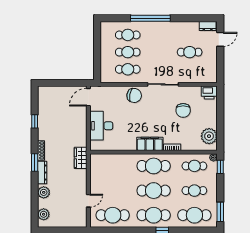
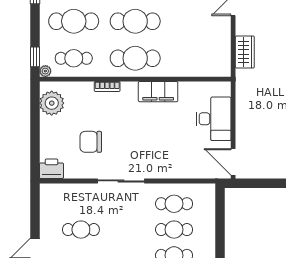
chair: (134, 95) -> (164, 164), removed
door: (88, 97) -> (233, 162), swing flipped
chair: (183, 110) -> (91, 142), turned -90
filing cabinet: (150, 144) -> (158, 92), moved
wardrobe: (81, 158) -> (245, 52), moved
cafe table: (194, 191) -> (74, 21), width x1.37, depth x1.35

